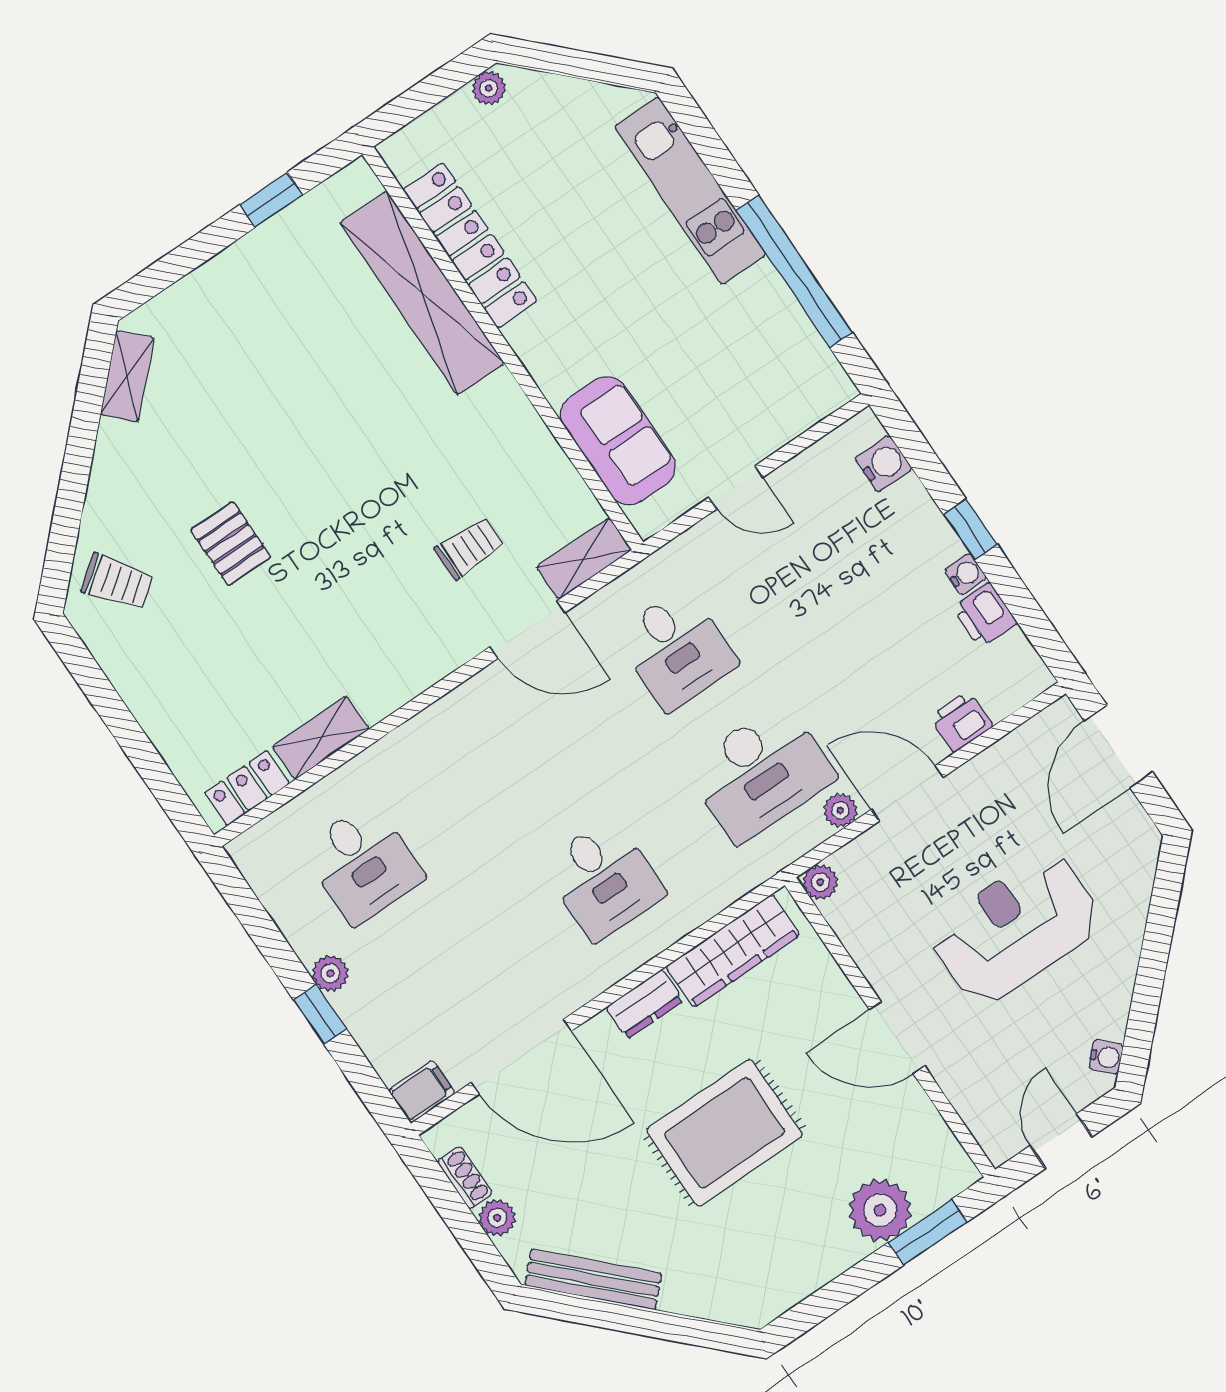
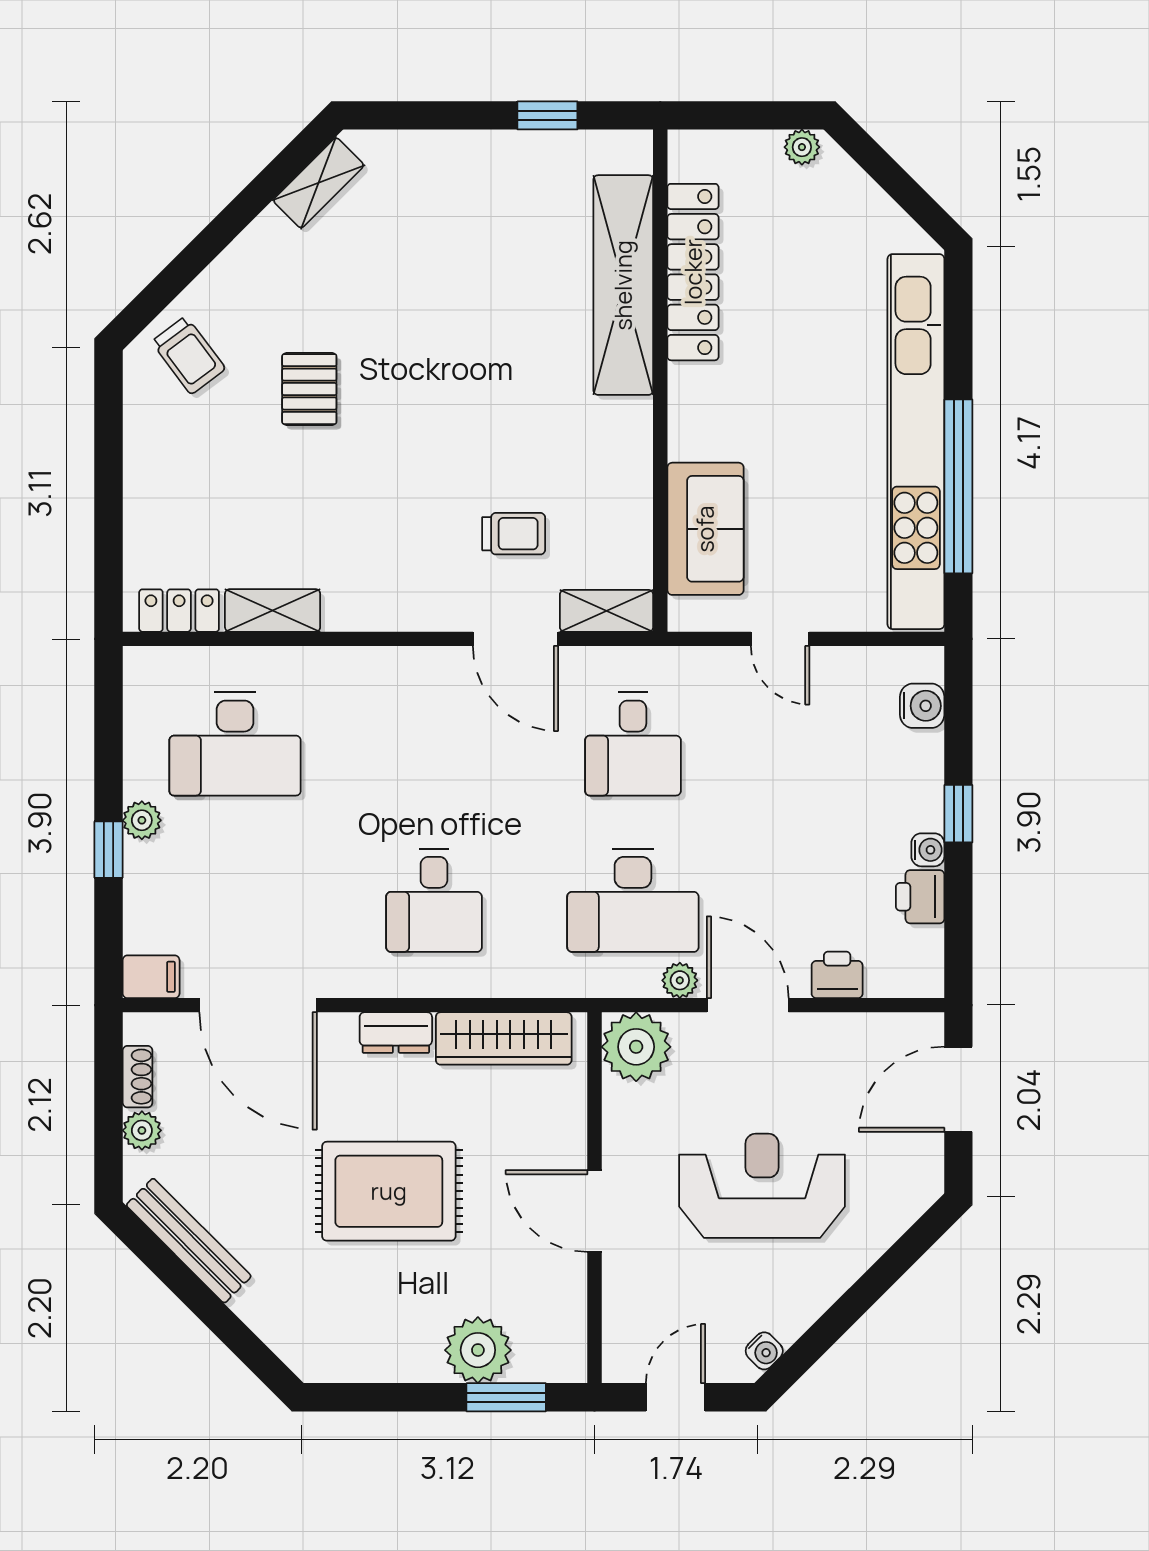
kitchen unit: (690, 191) -> (916, 442), width x1.86
desk: (363, 863) -> (235, 744), width x1.37
plant: (820, 882) -> (636, 1047), width x1.88, depth x1.88

